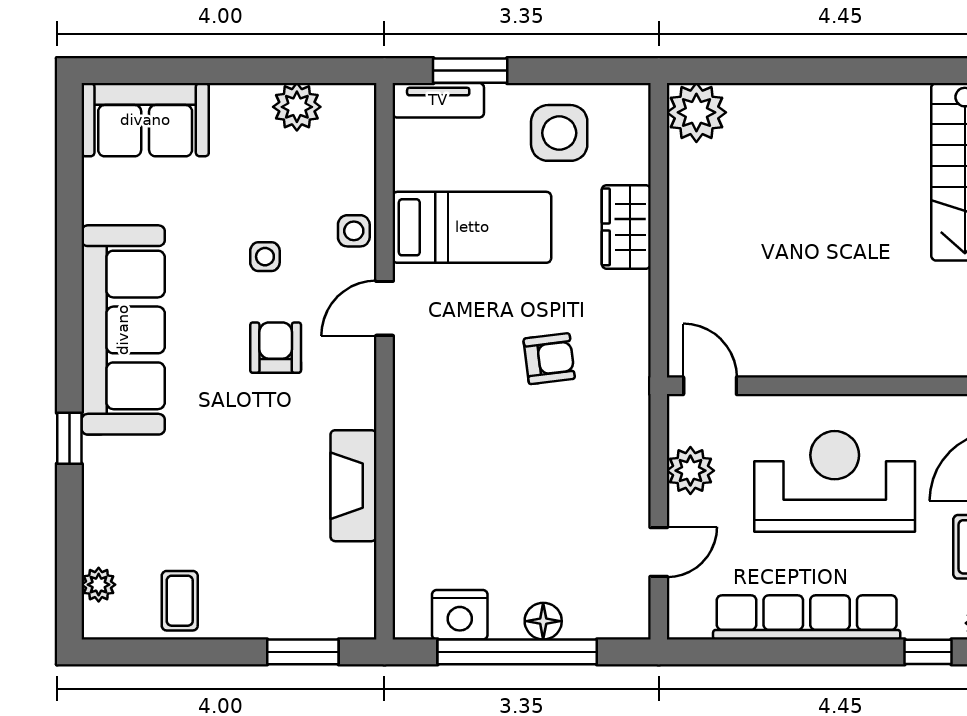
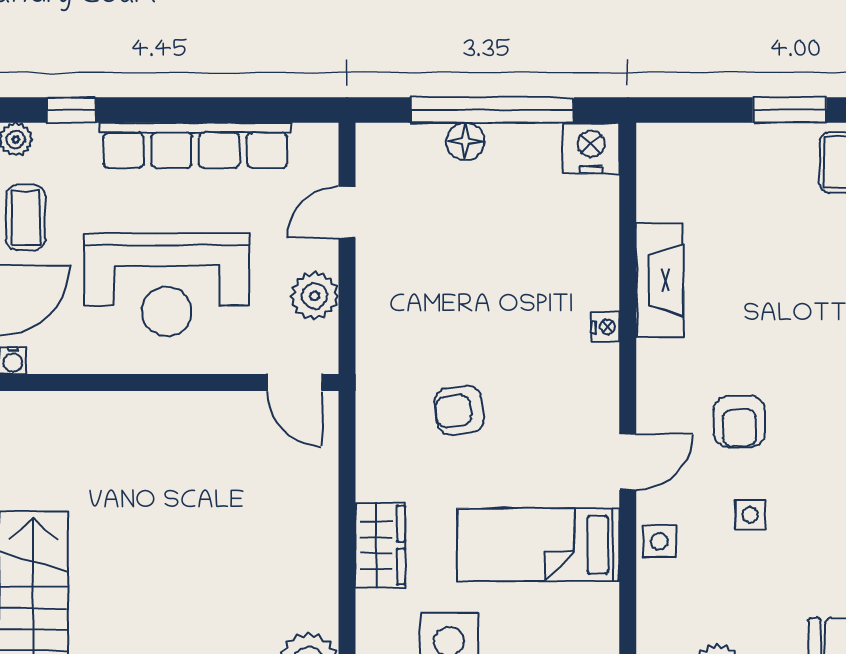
nightstand: (406, 440) -> (605, 327), added
nightstand: (460, 615) -> (591, 148), moved
window: (303, 652) -> (790, 110), moved

